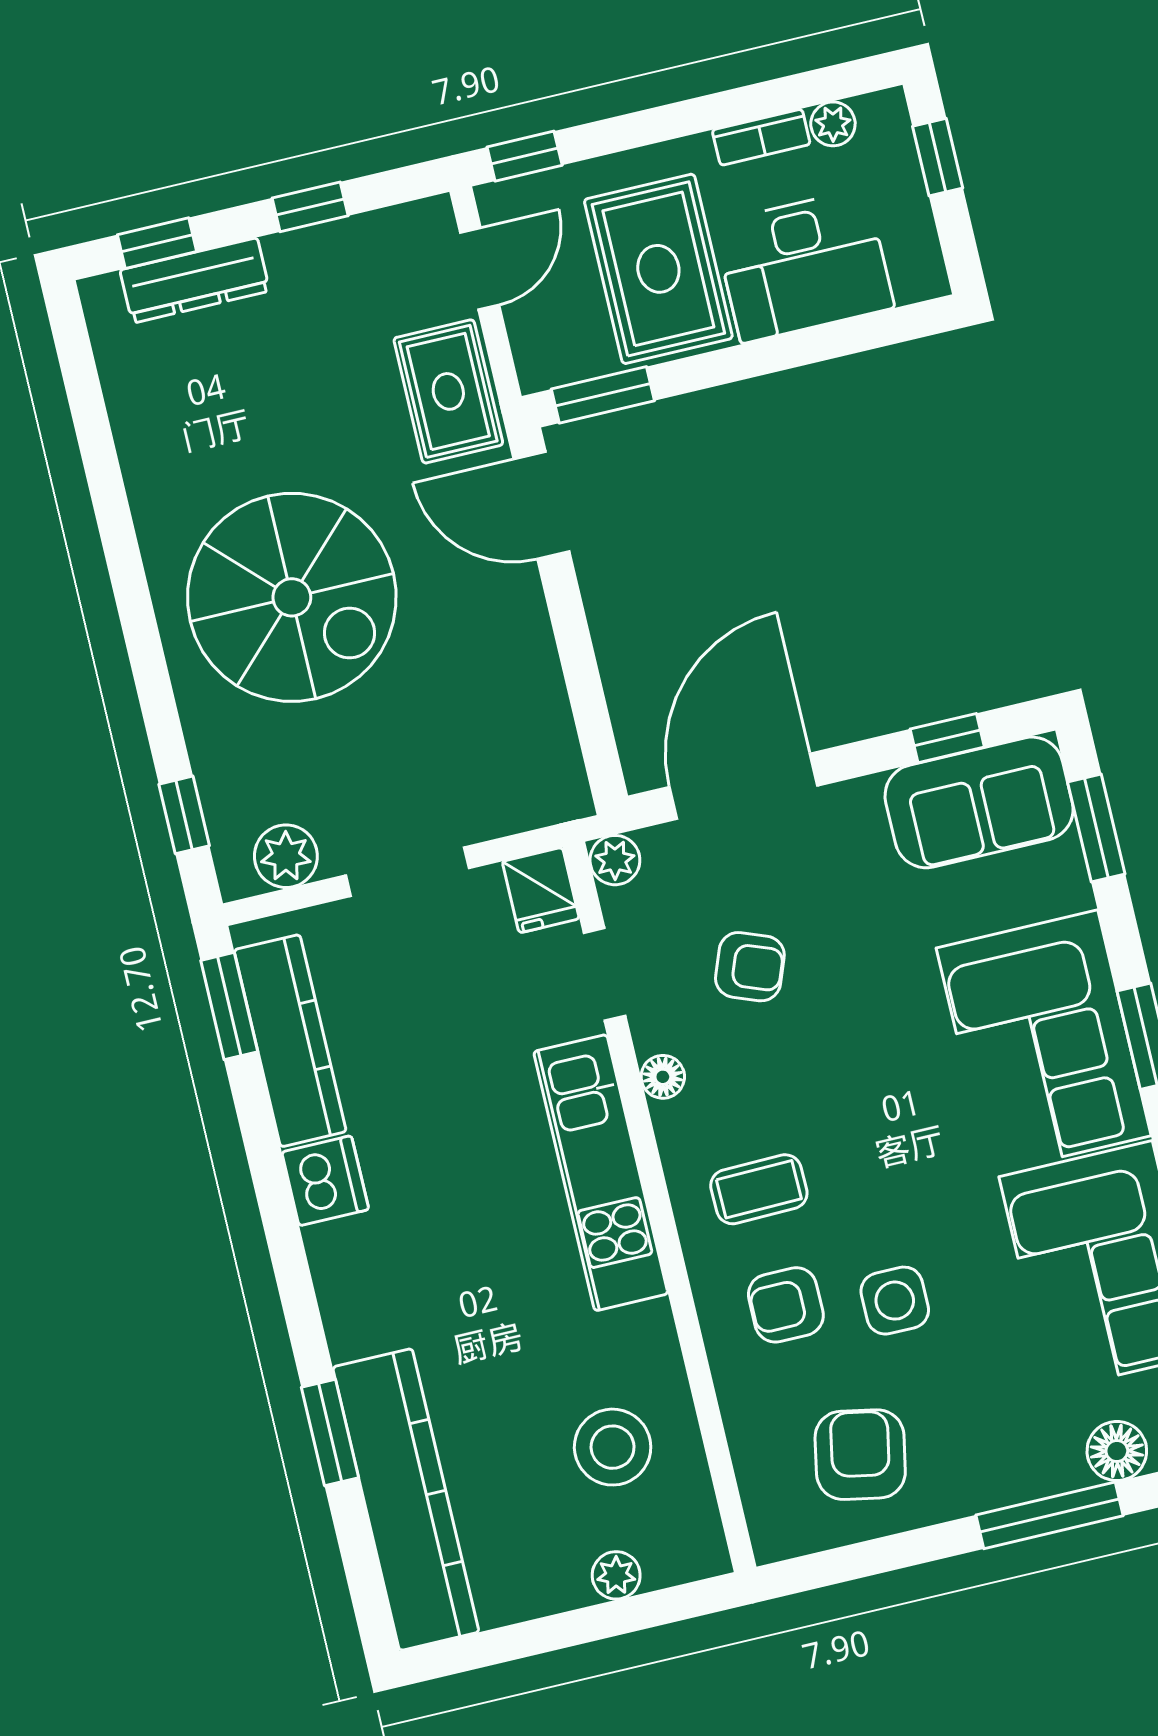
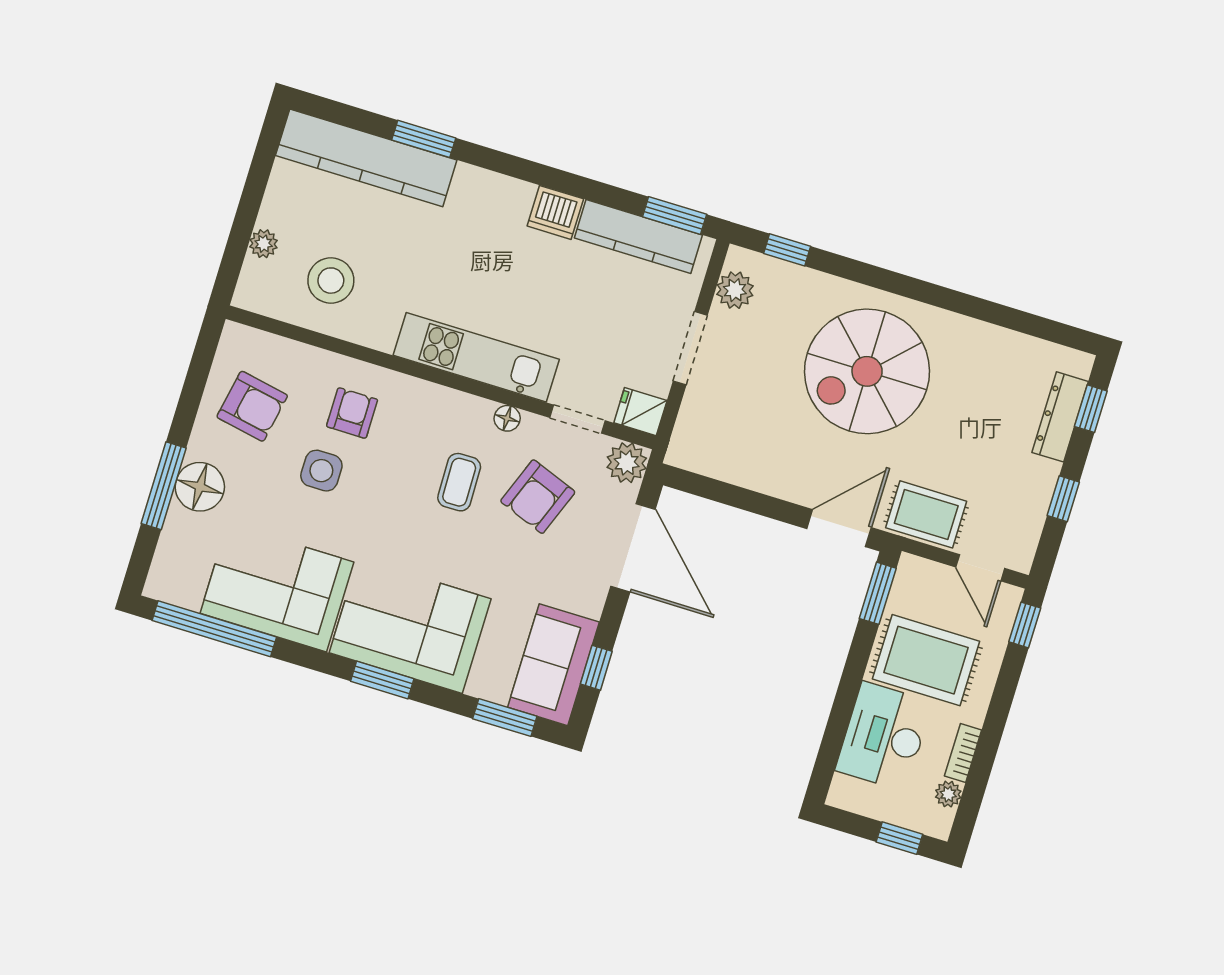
plant: (615, 860) -> (627, 463), width x1.38, depth x1.38
armchair: (750, 967) -> (538, 497), width x1.38, depth x1.38
coffee table: (759, 1189) -> (459, 482), moved
floor lamp: (1117, 1451) -> (200, 487), moved, width x1.38, depth x1.38

